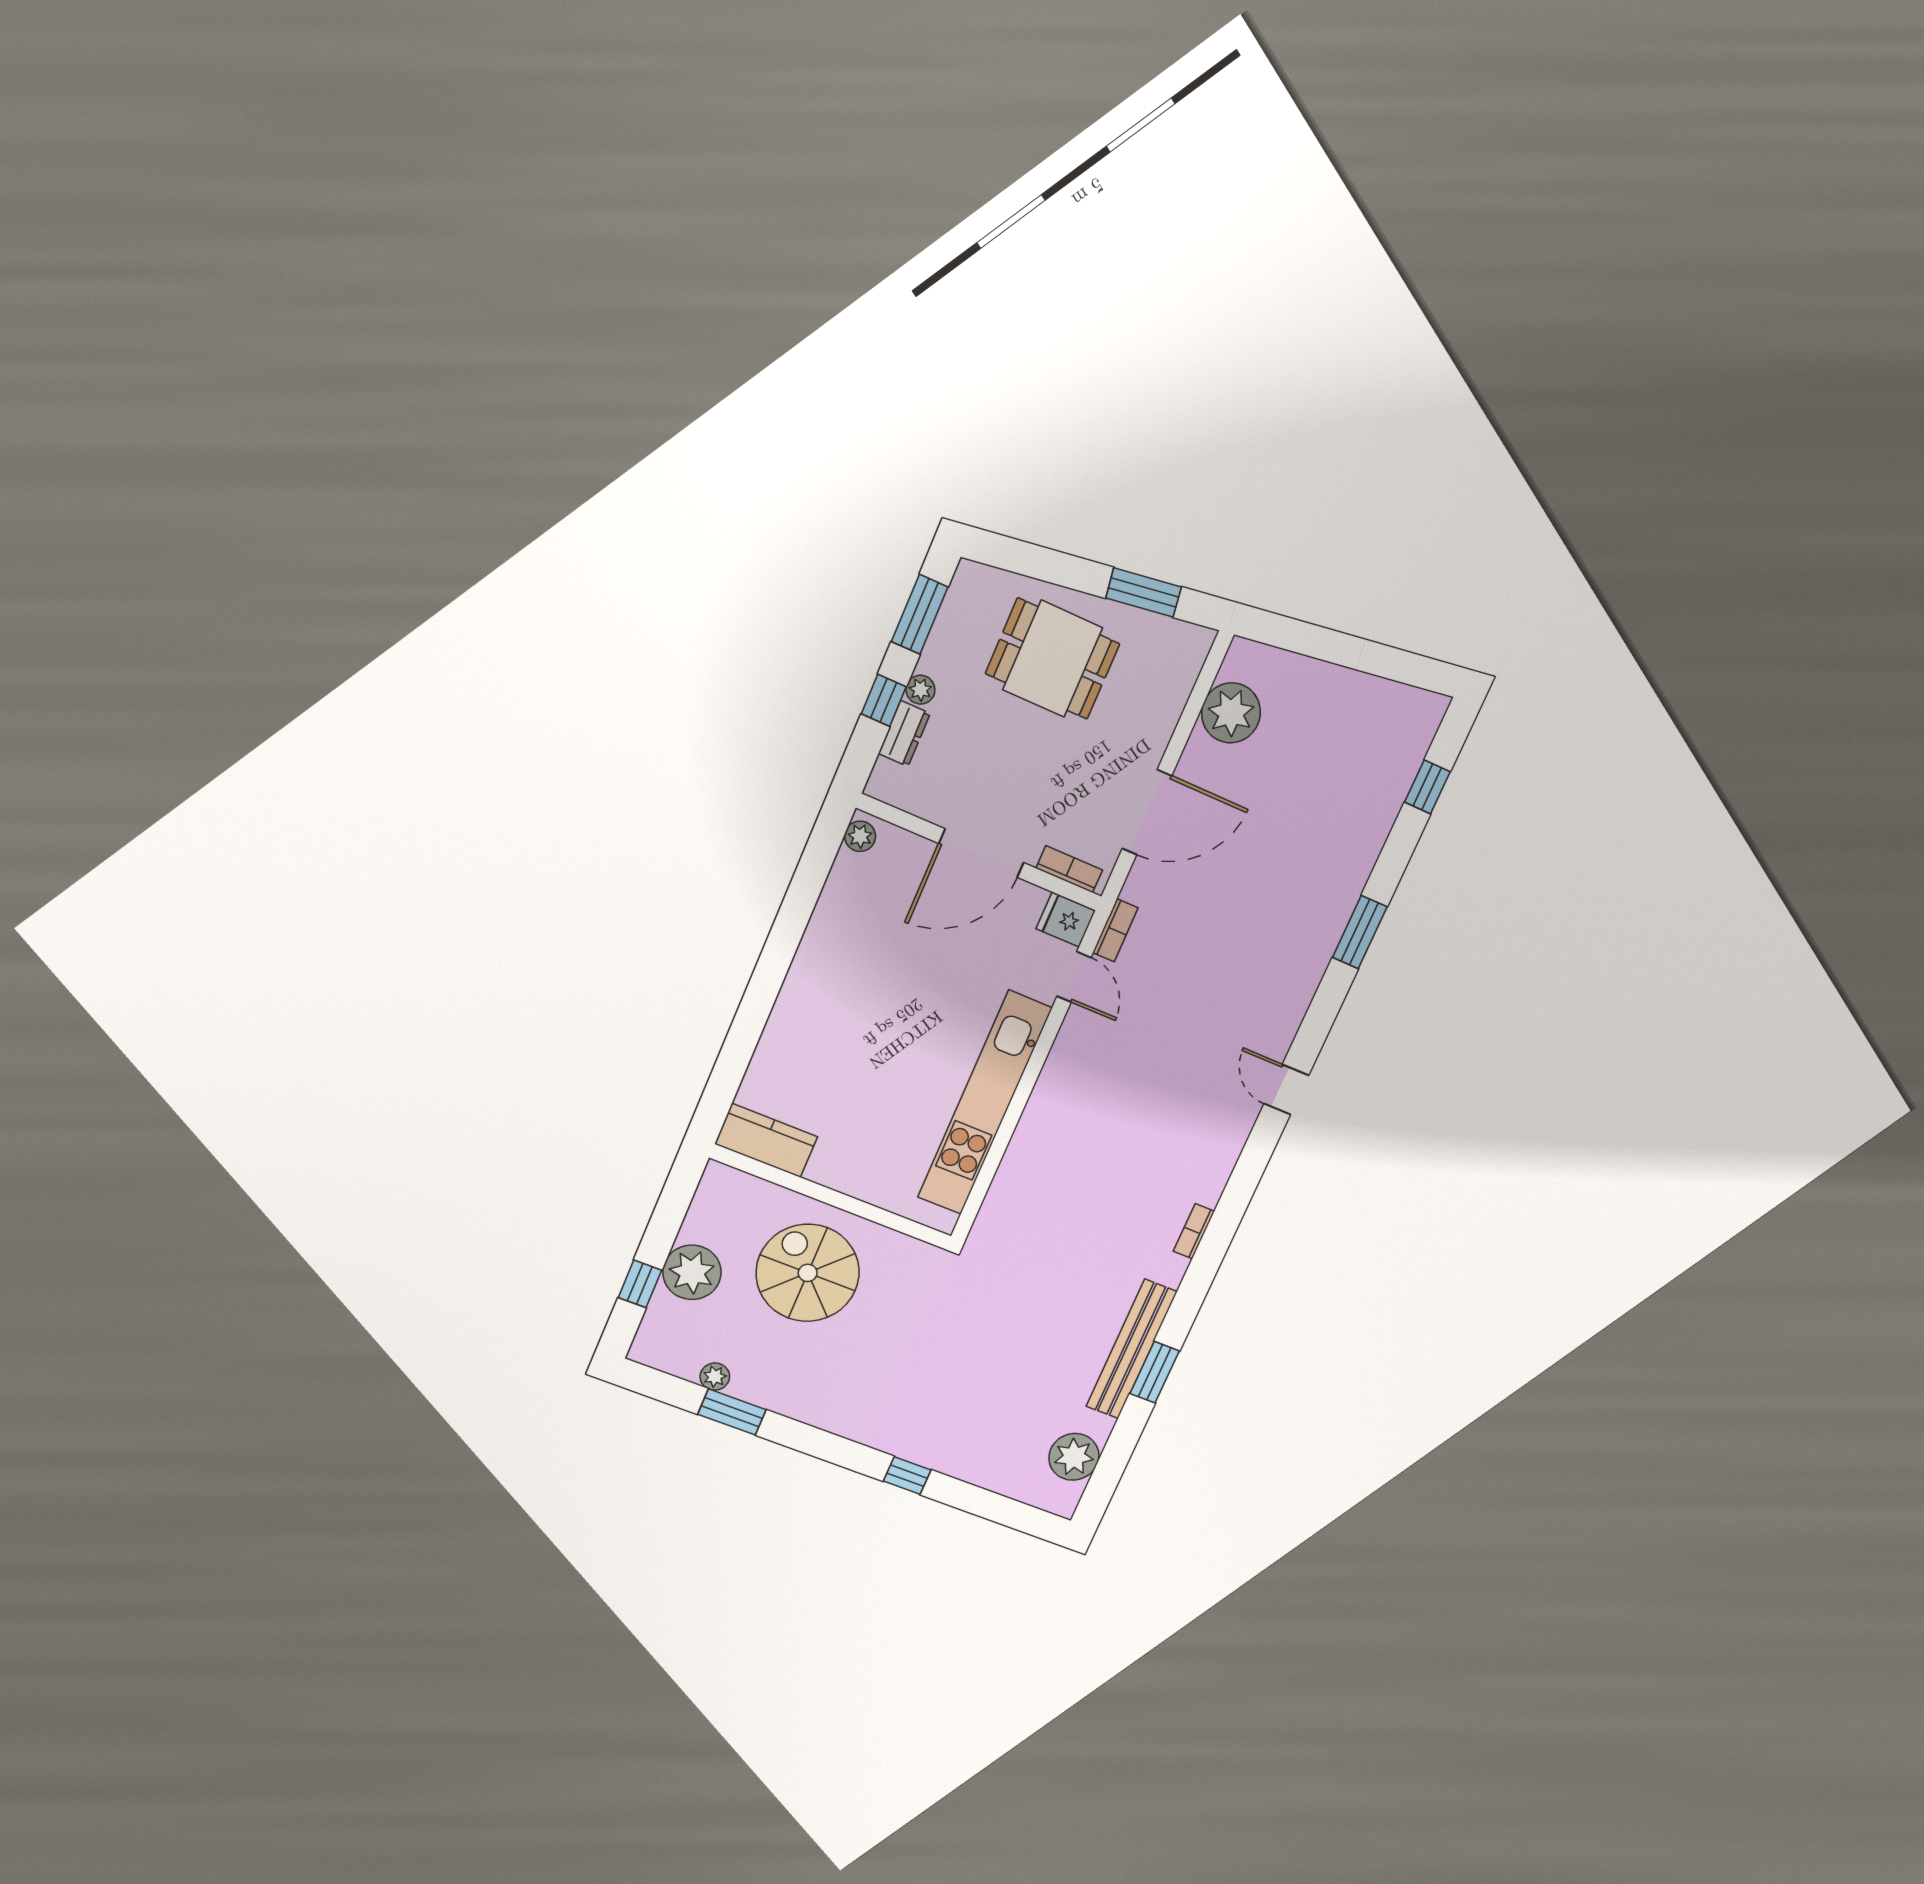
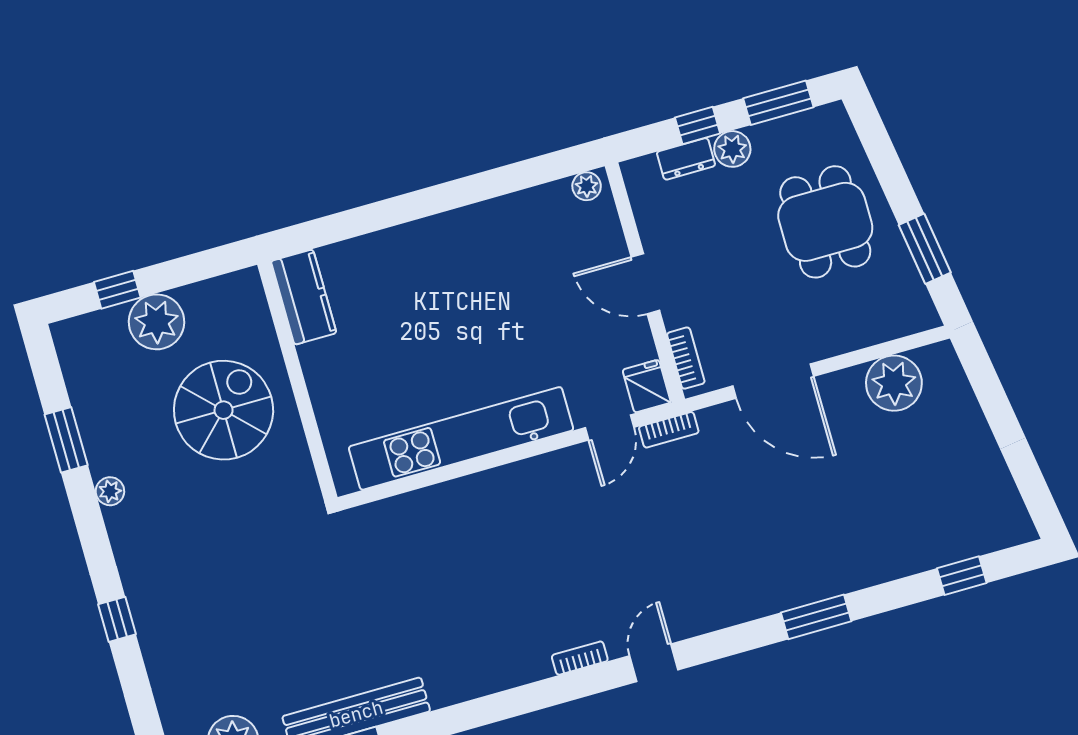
plant: (920, 690) -> (732, 149), width x1.38, depth x1.38
door: (981, 853) -> (645, 284), width x0.73
bookcase: (1194, 1231) -> (580, 658), moved
plant: (715, 1377) -> (110, 491), moved

